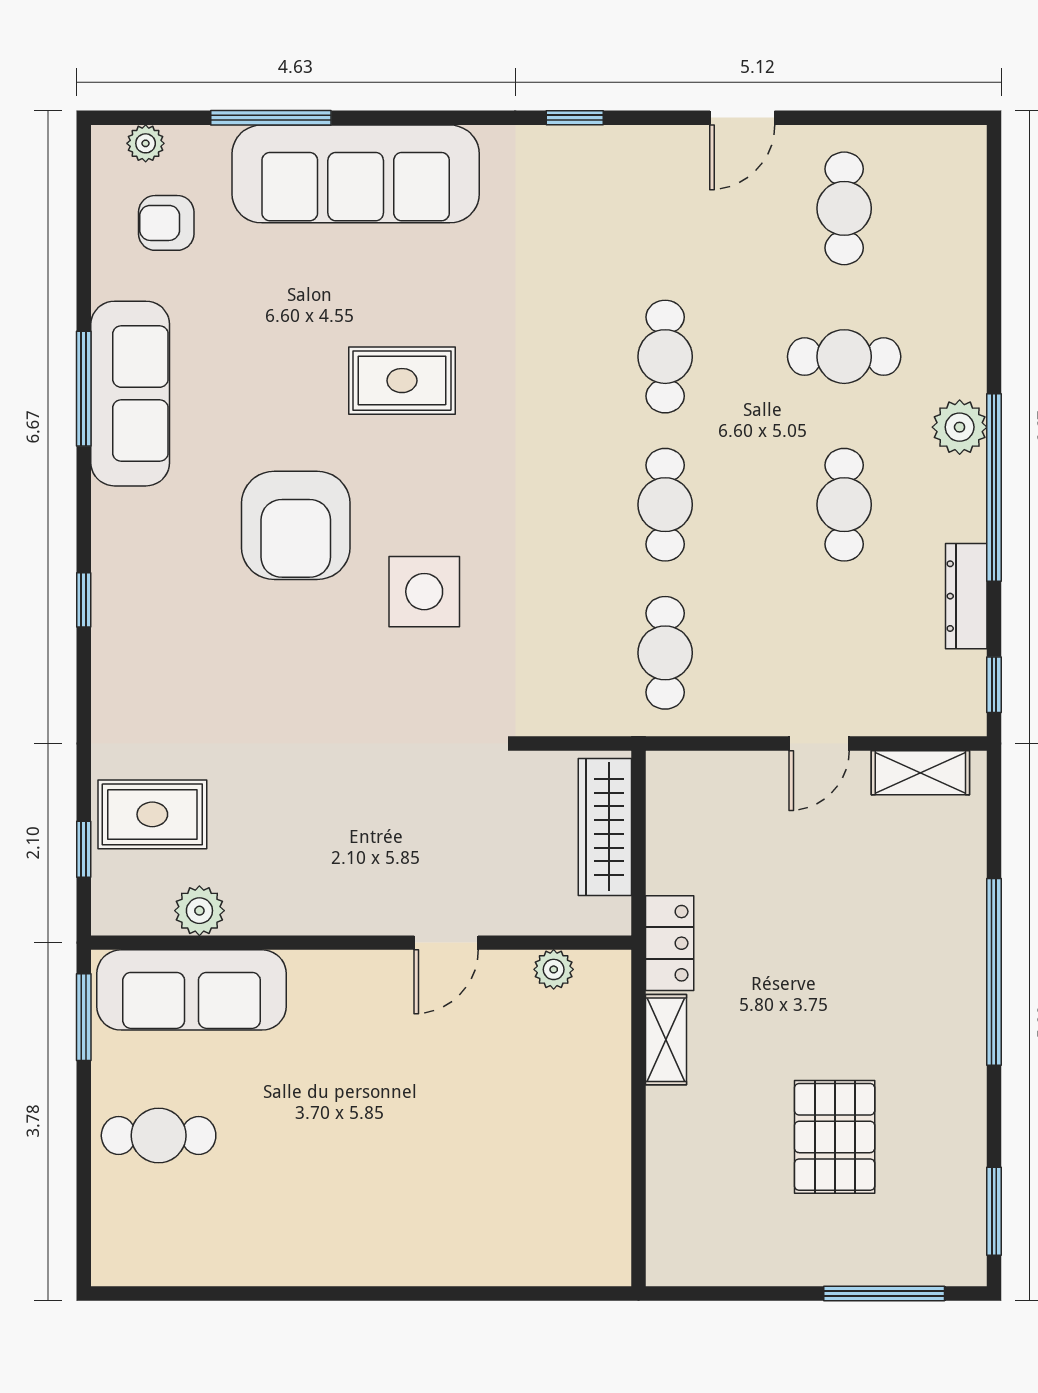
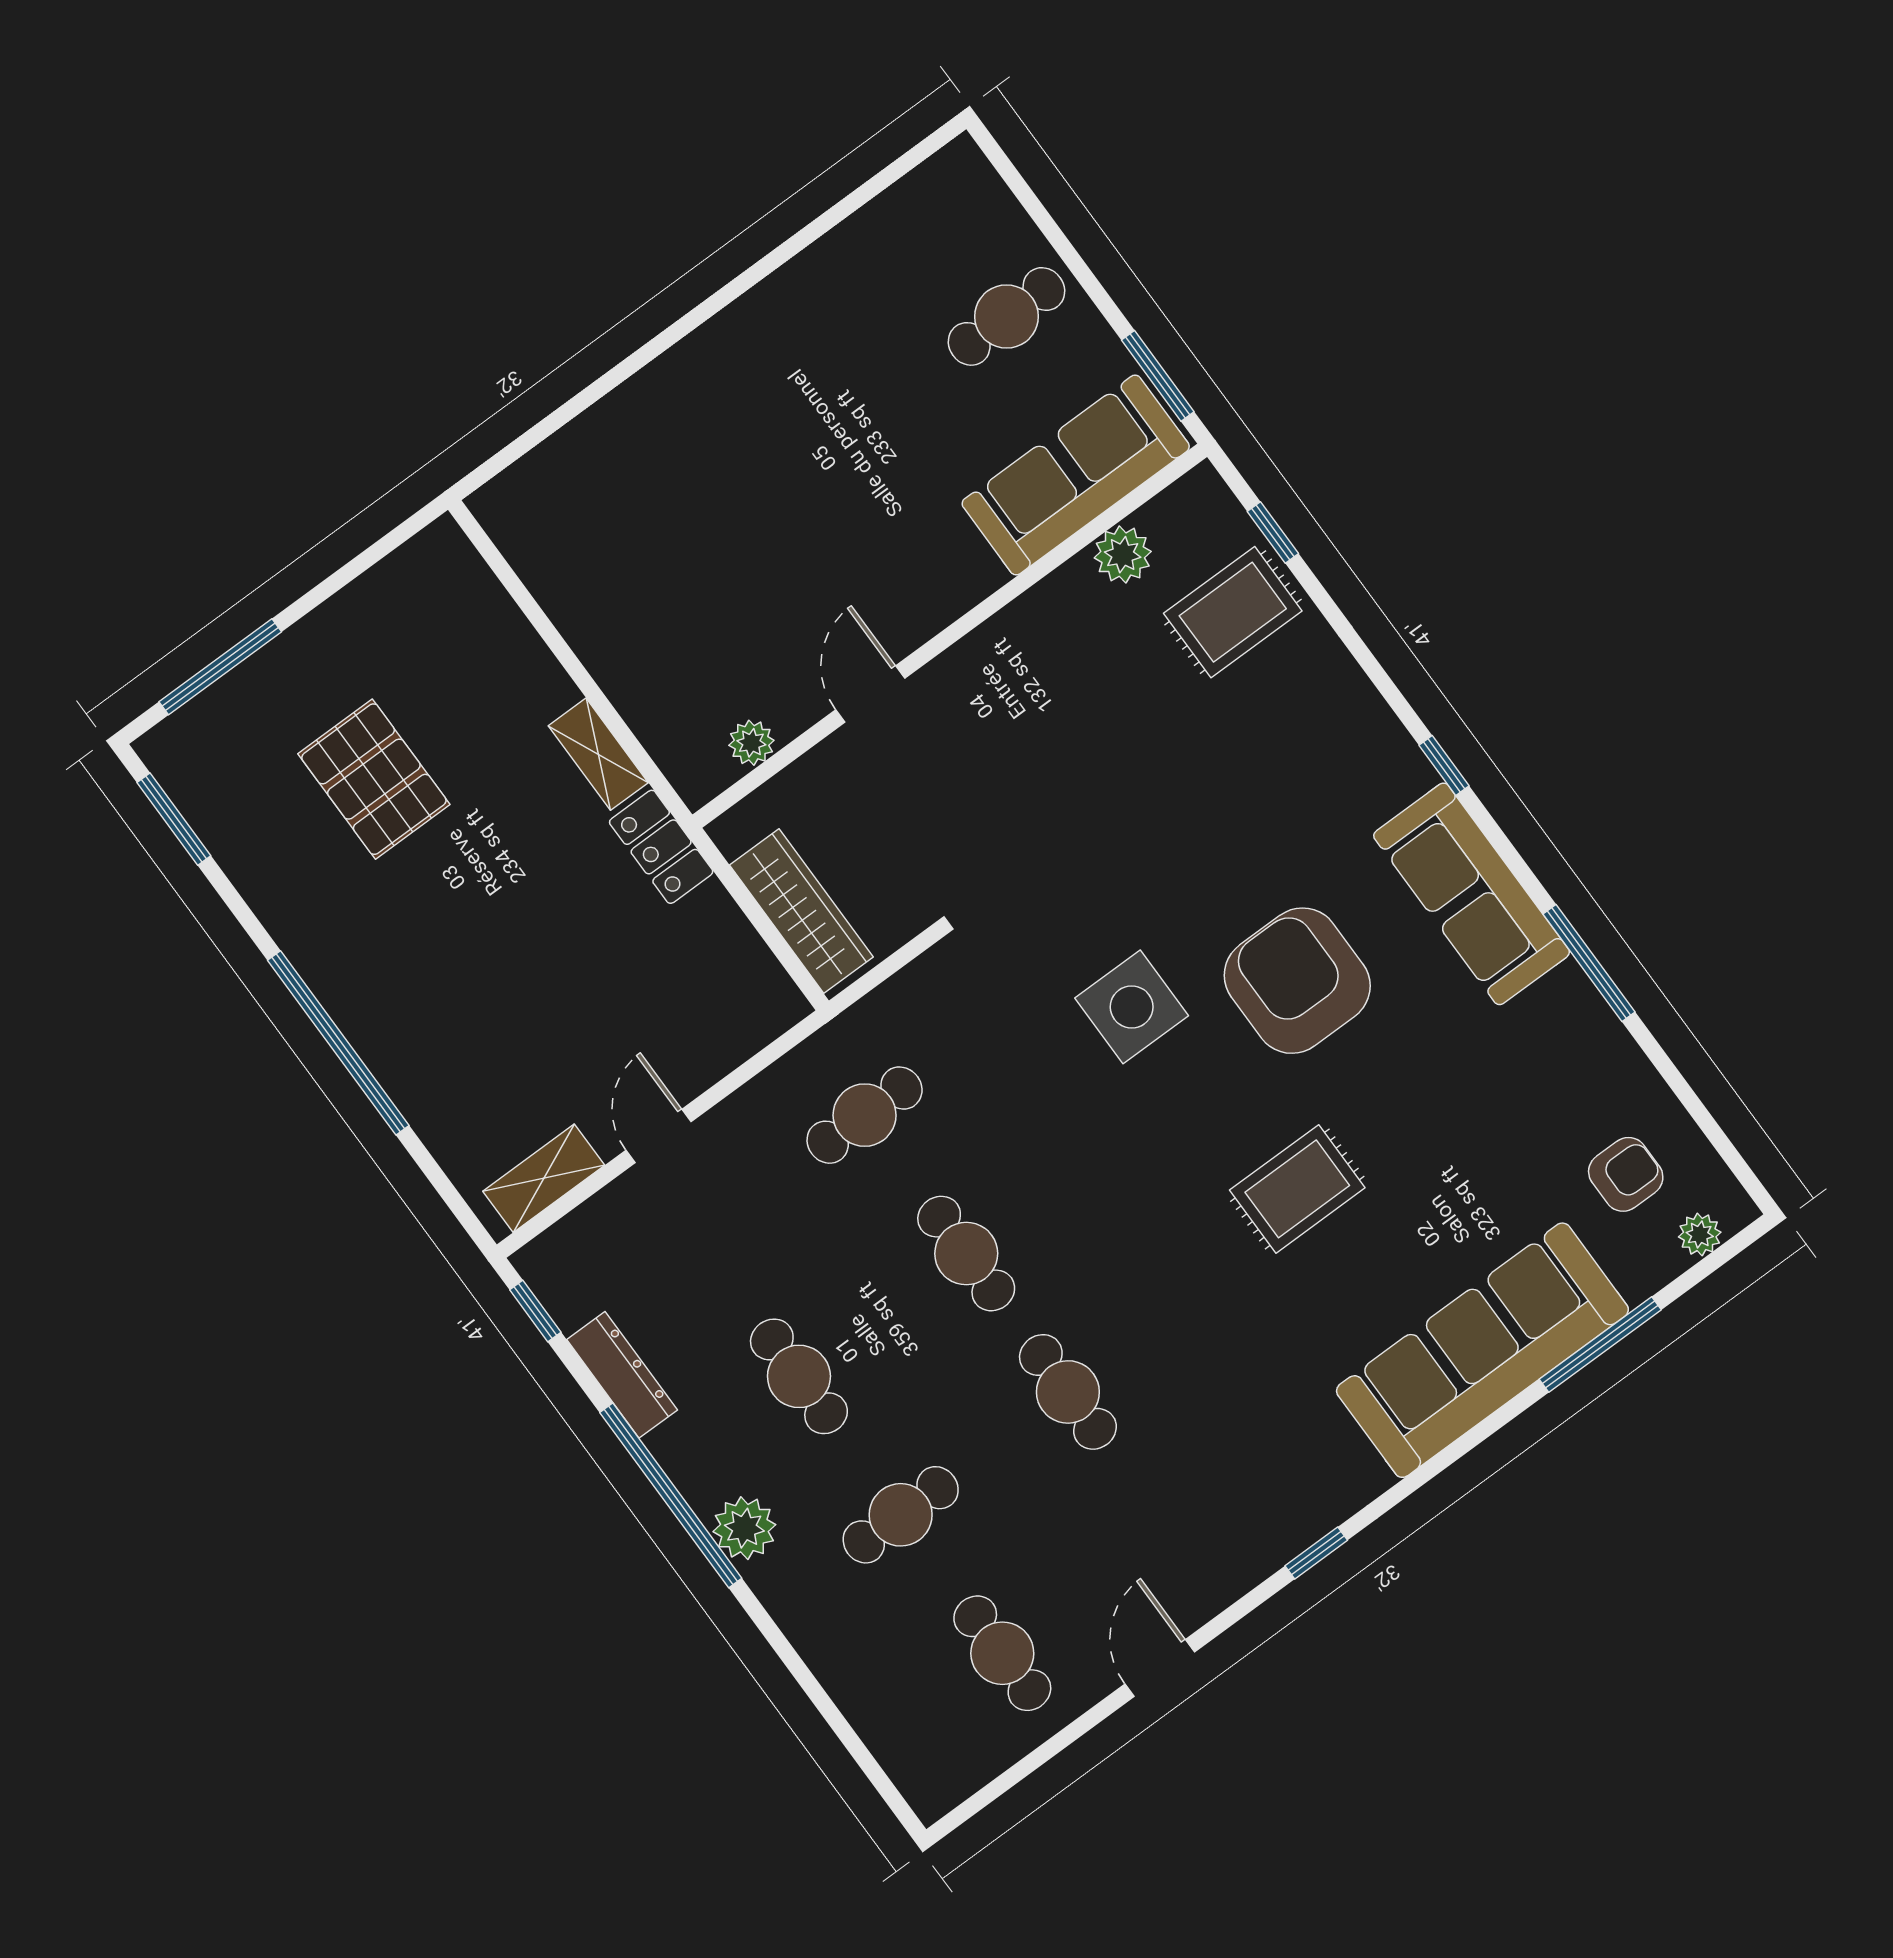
sofa: (130, 394) -> (1472, 894), moved
cafe table: (665, 653) -> (865, 1115), turned 90

